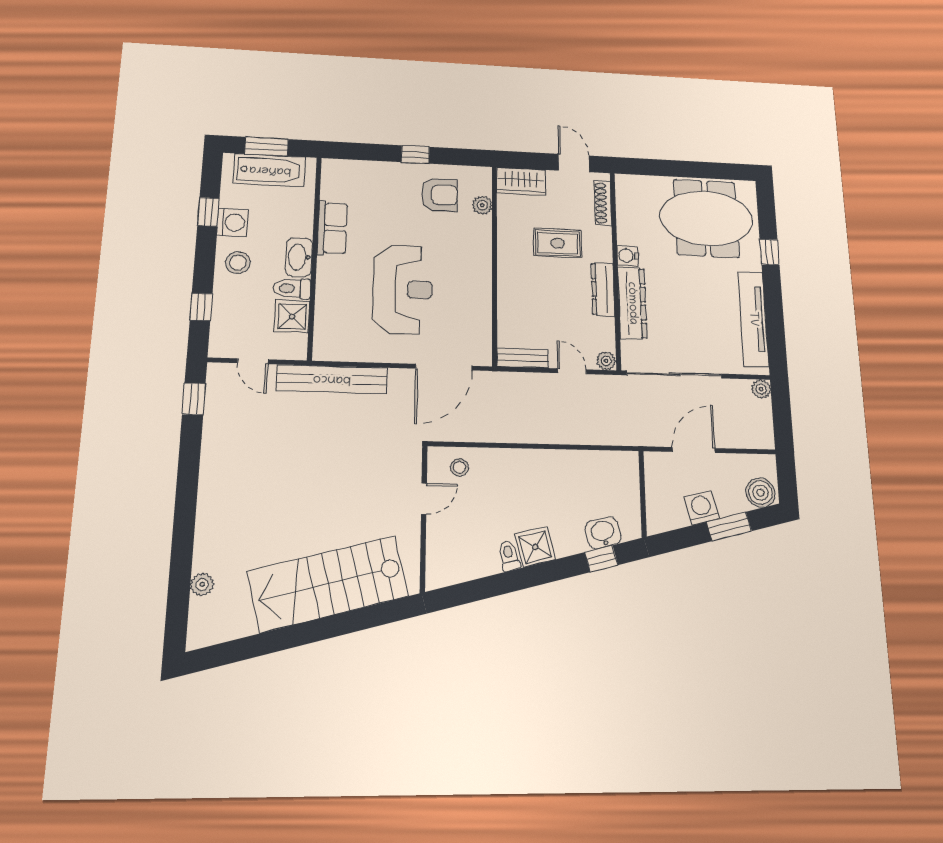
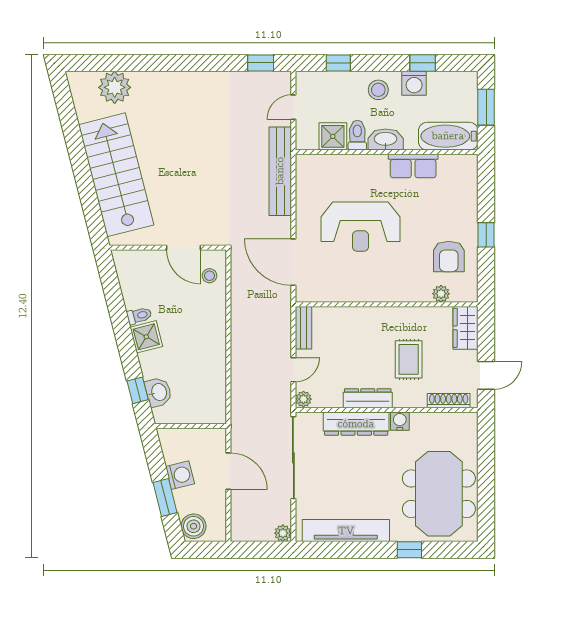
bathtub: (270, 170) -> (448, 136), moved, turned 90
door: (424, 499) -> (184, 248), width x1.38
plant: (202, 584) -> (115, 87), width x1.87, depth x1.87

